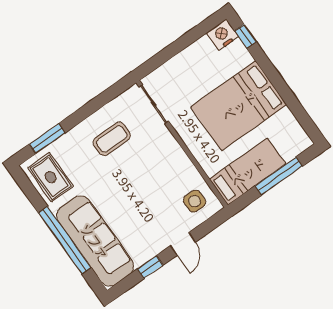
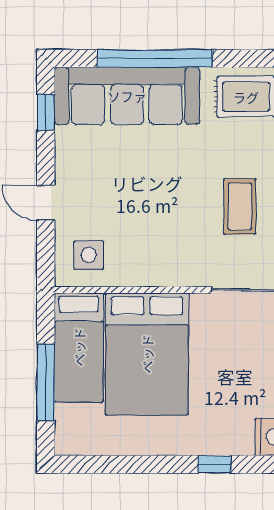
window: (245, 36) -> (215, 464), moved
bed: (239, 106) -> (147, 354), moved, turned 180
window: (150, 267) -> (46, 112), moved

